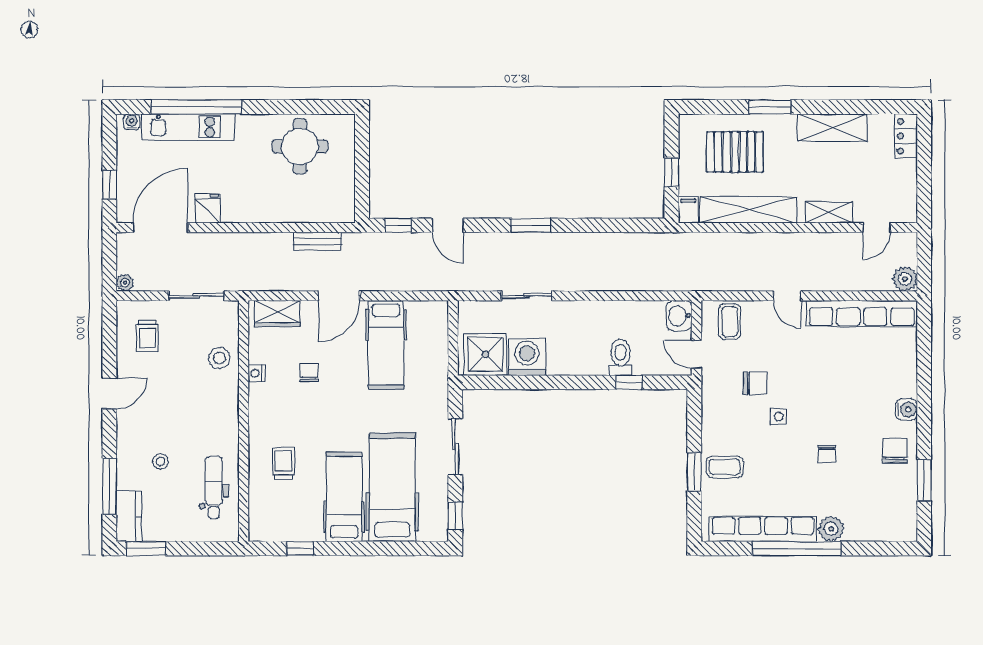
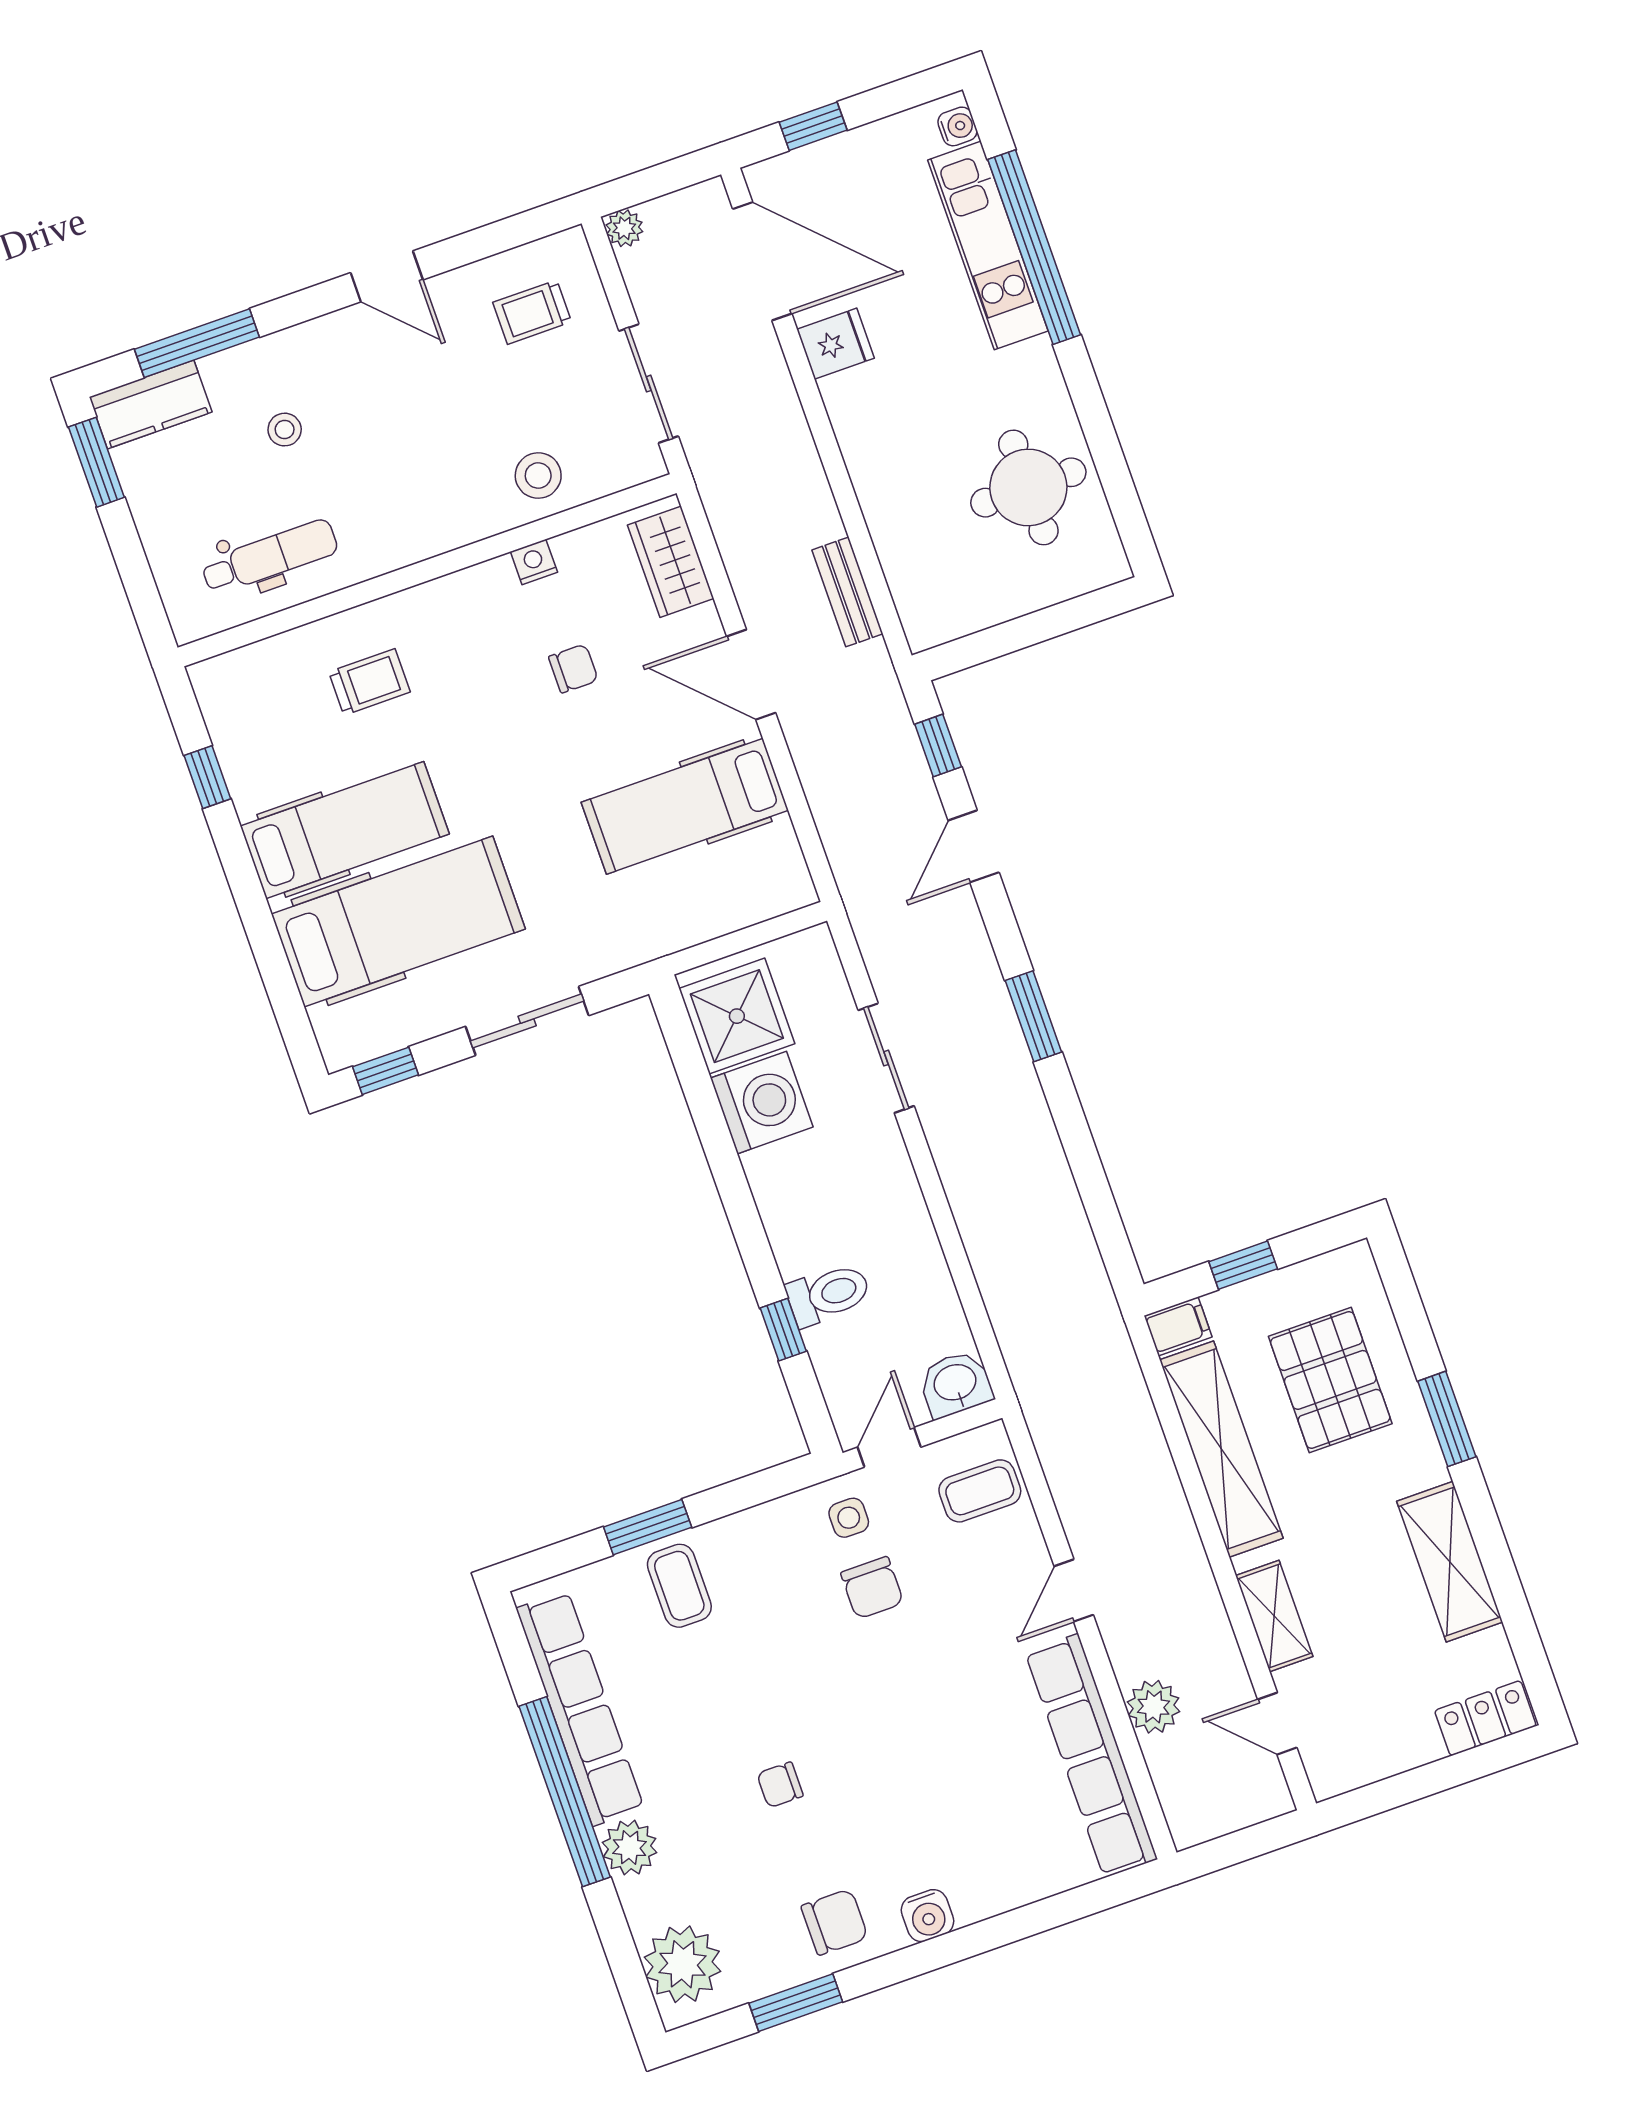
plant: (905, 279) -> (1153, 1707), moved
side table: (779, 417) -> (849, 1518), moved
plant: (890, 524) -> (682, 1964), added

